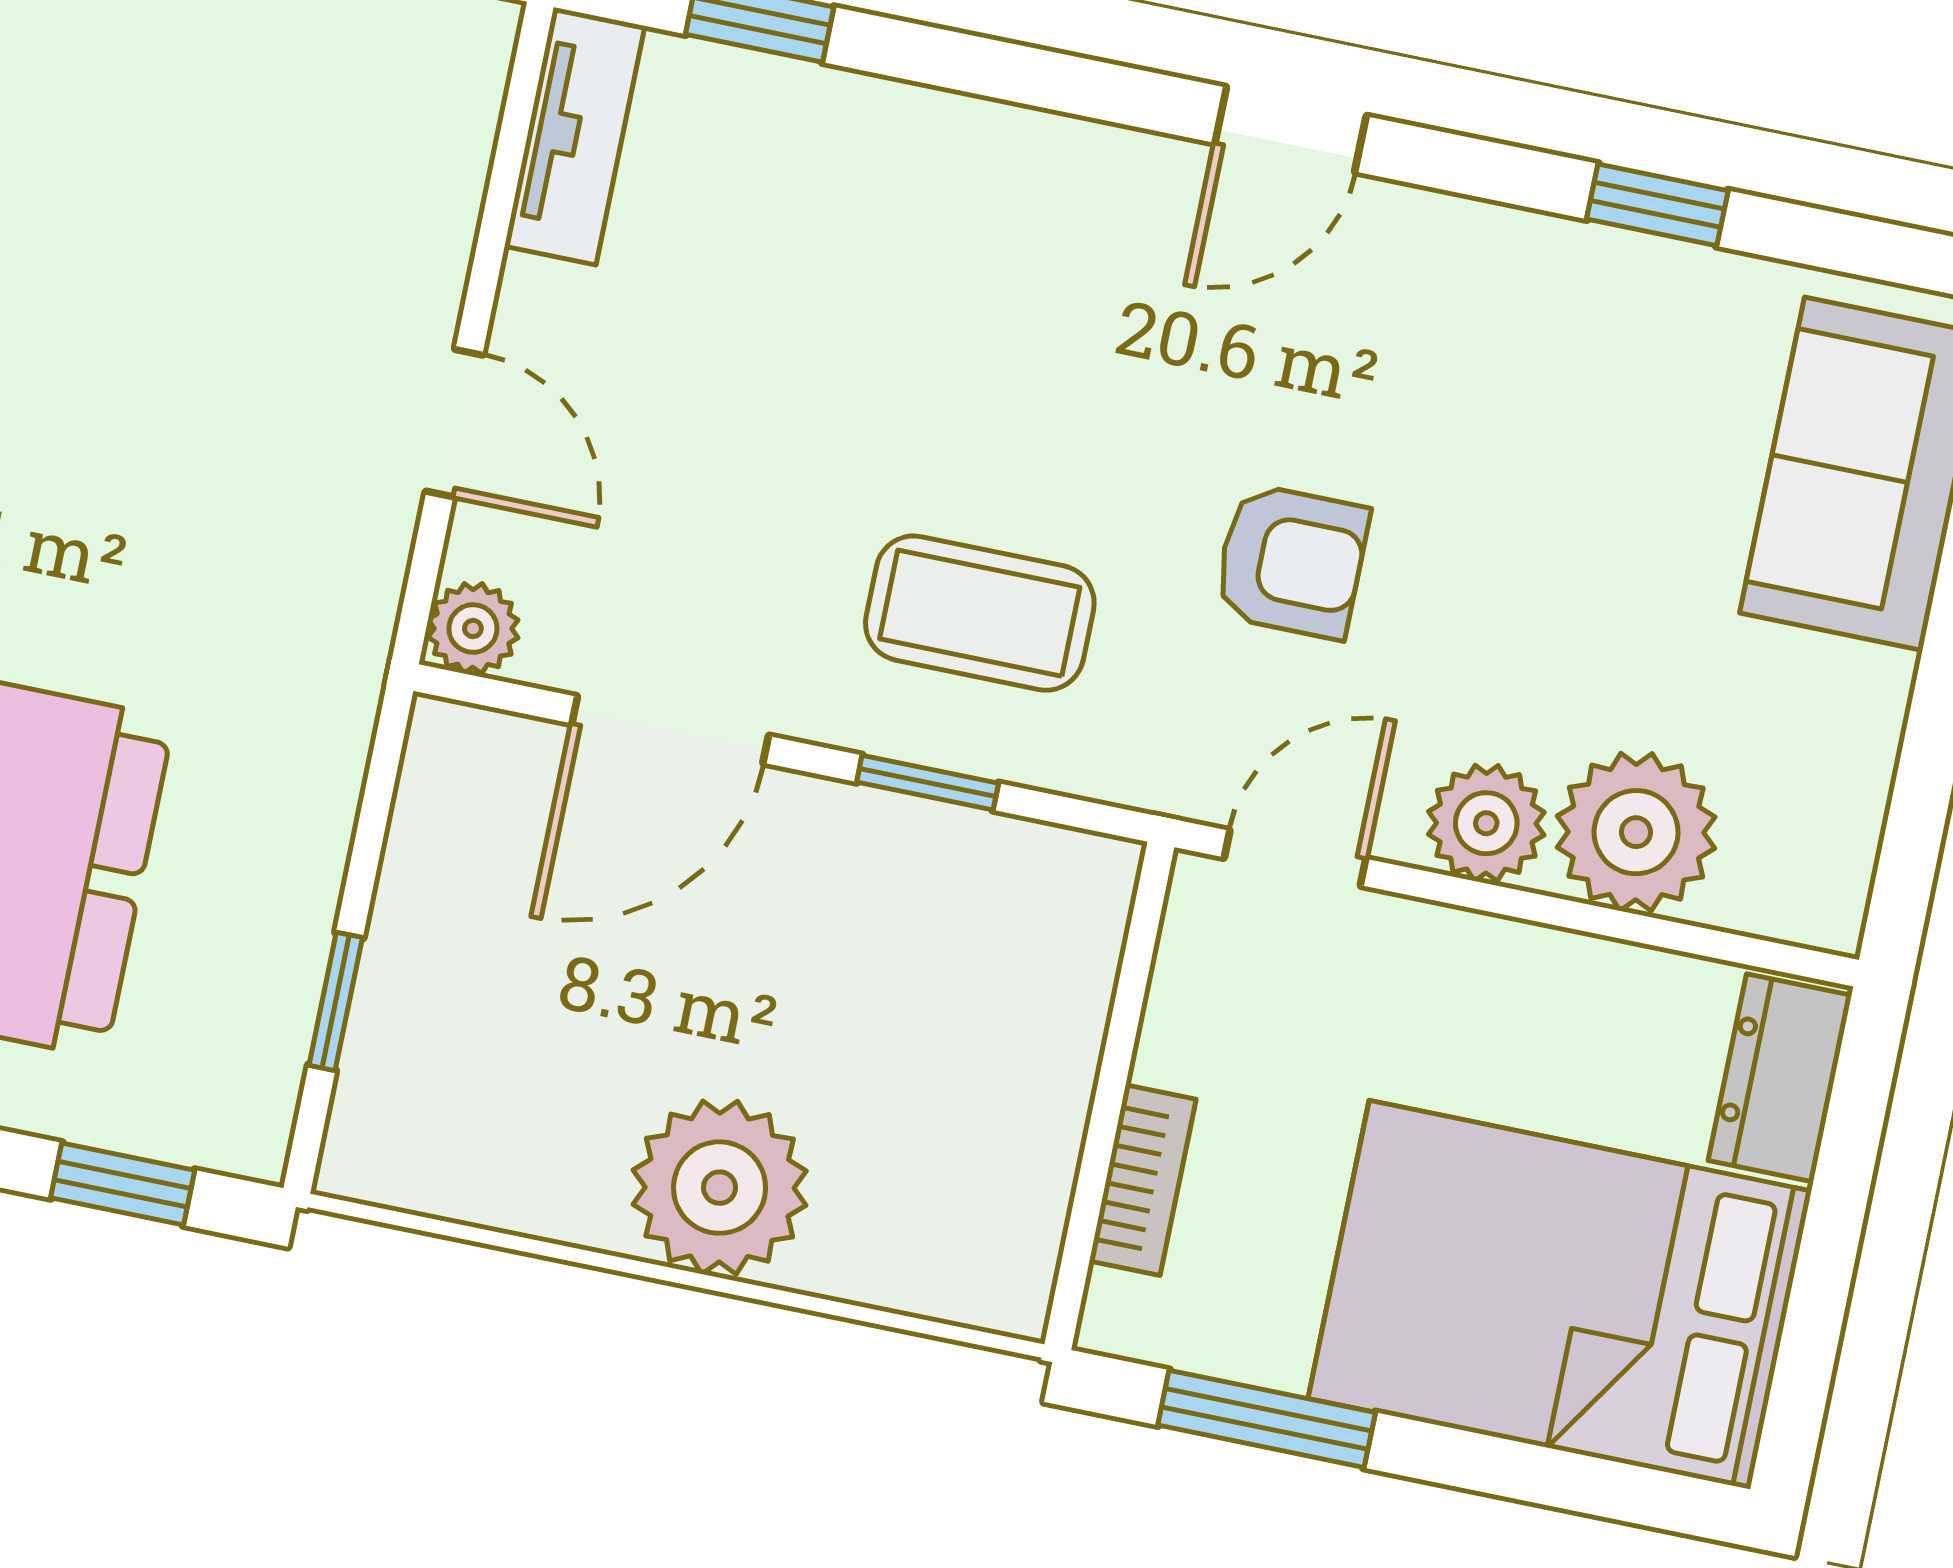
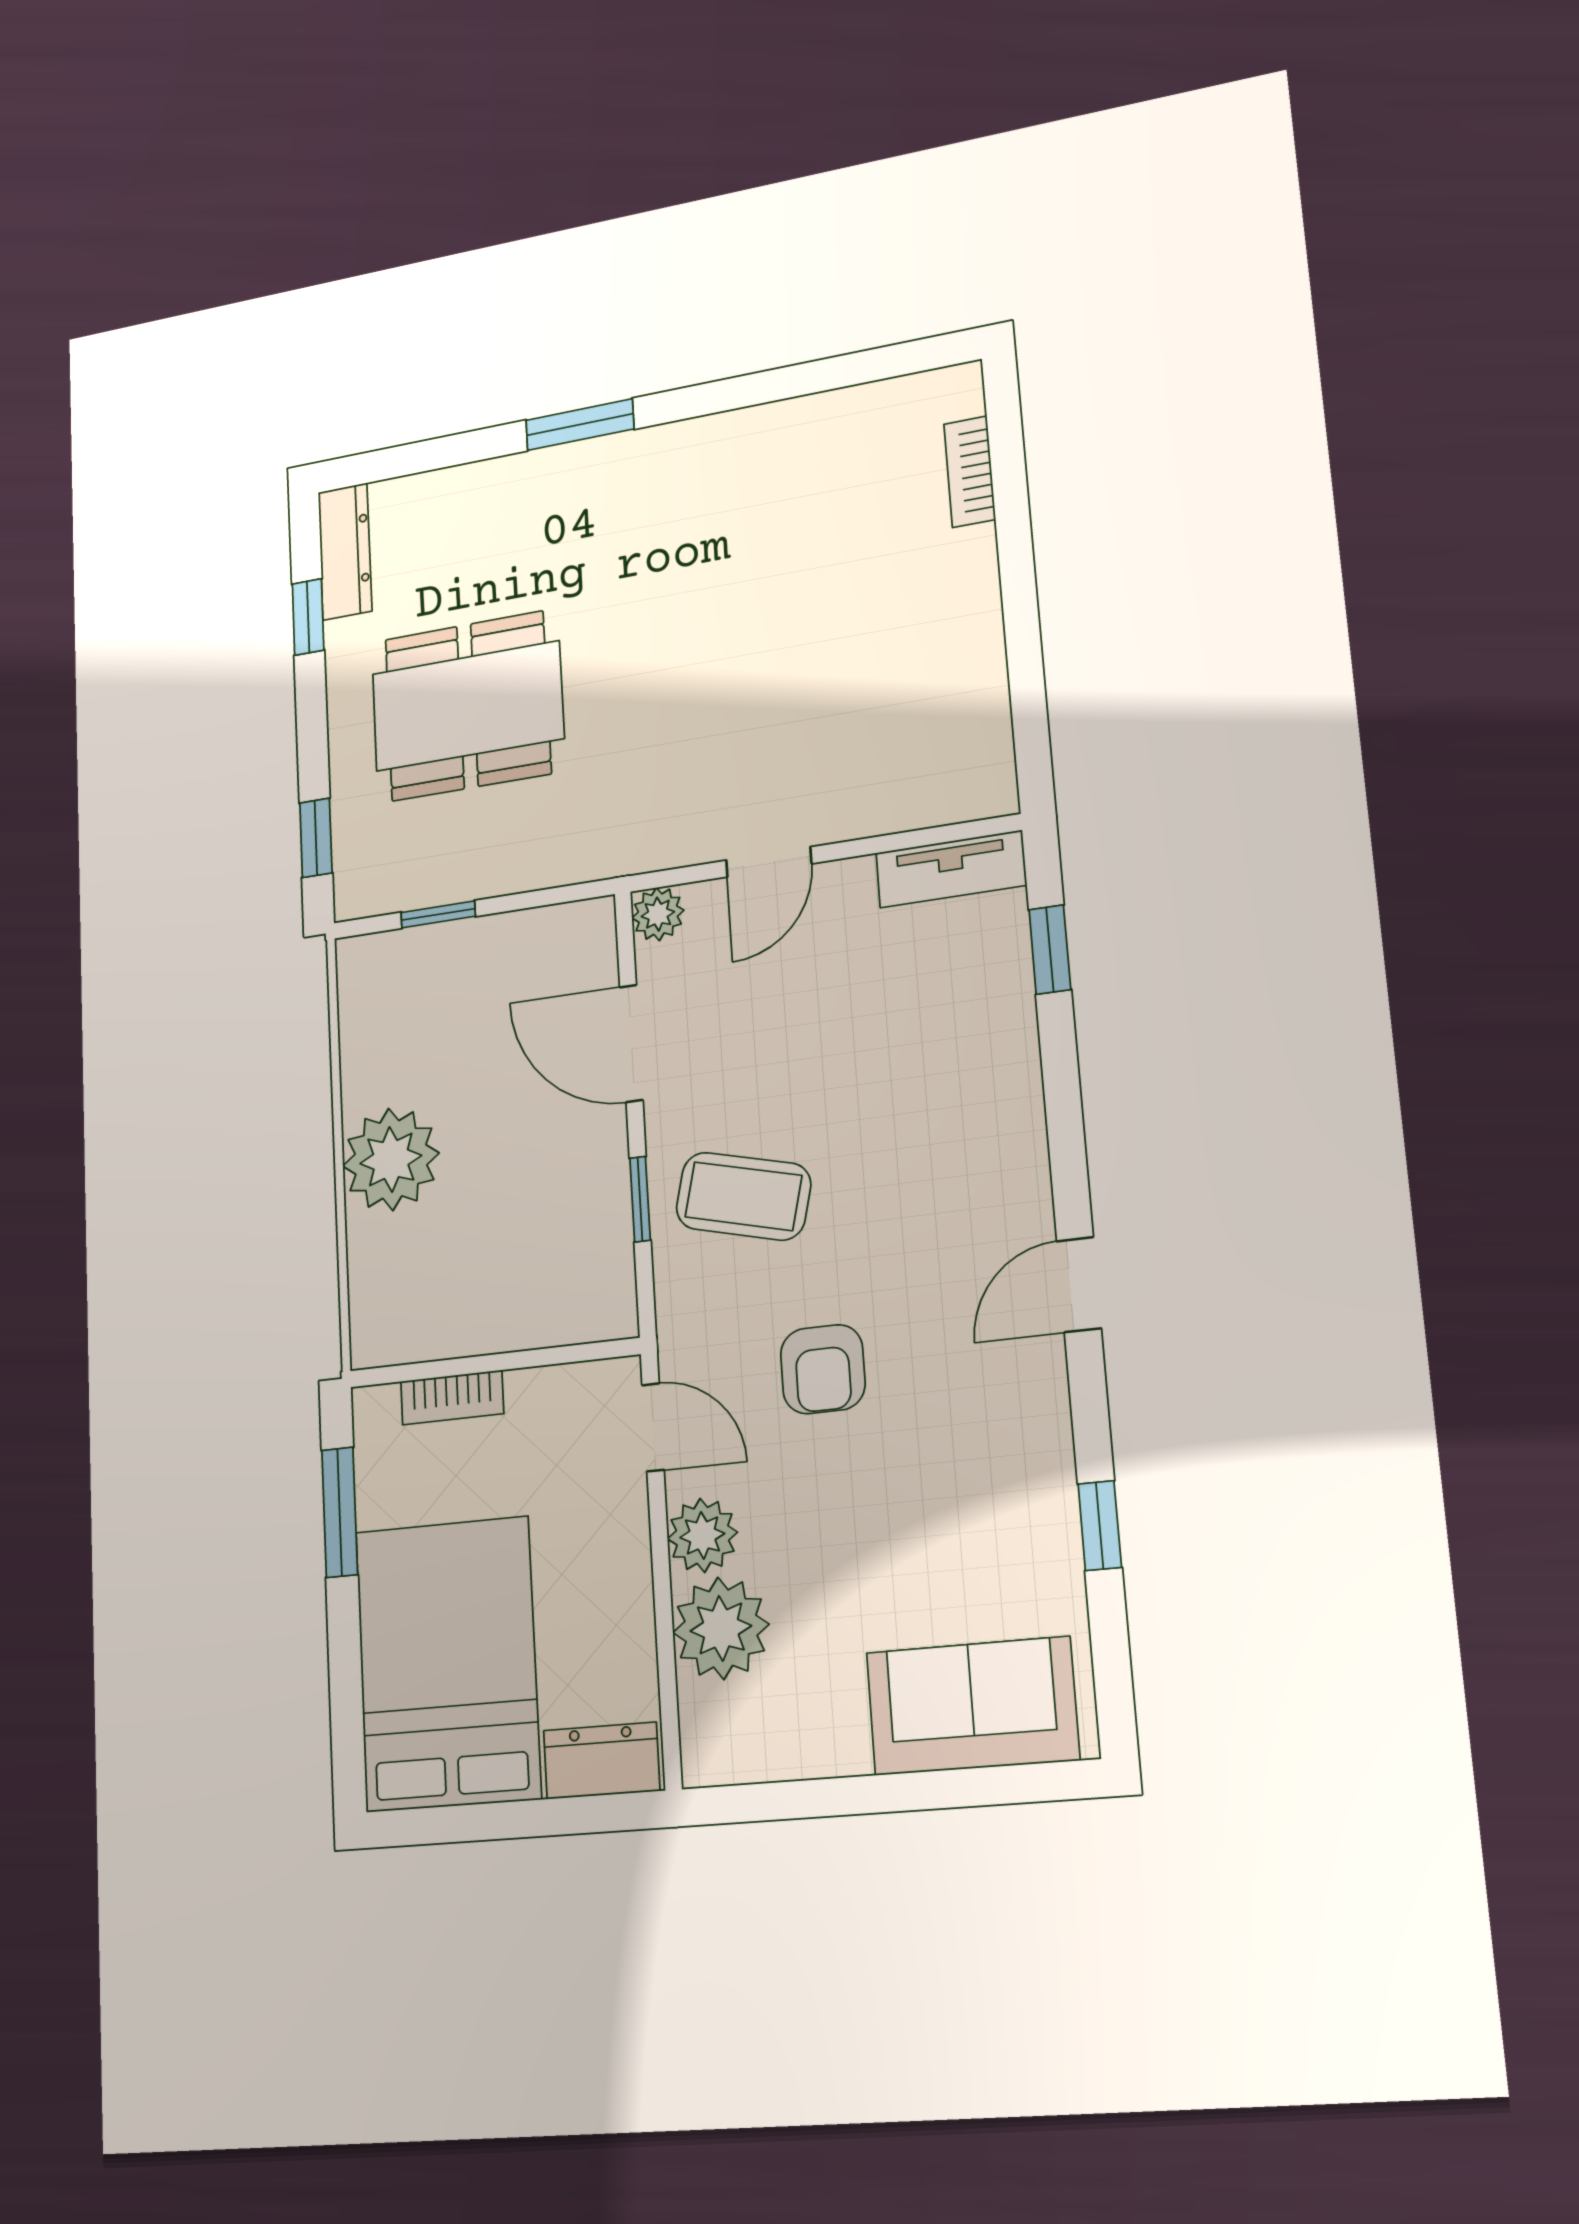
door: (1290, 130) -> (1079, 1285), hinge flipped
coffee table: (980, 613) -> (743, 1196), turned -76

